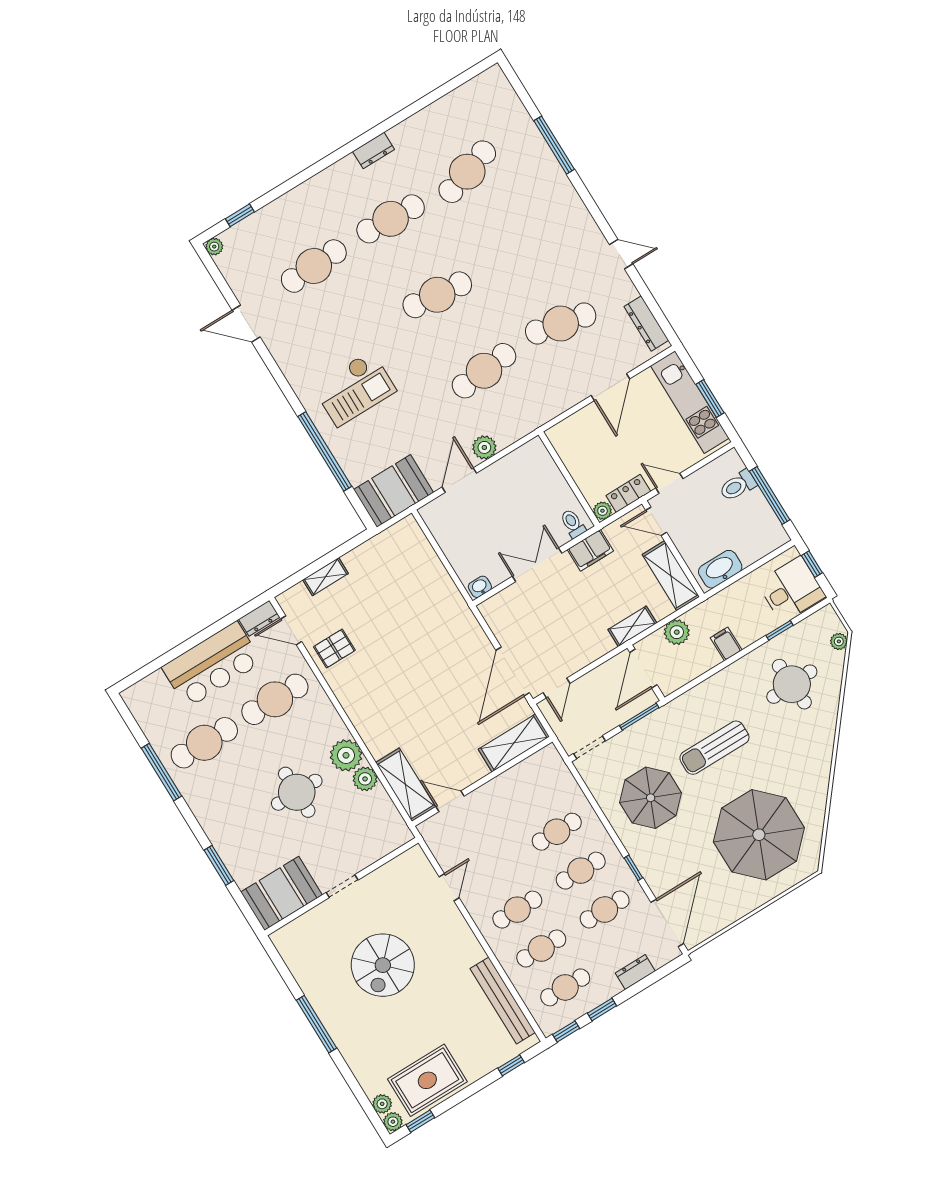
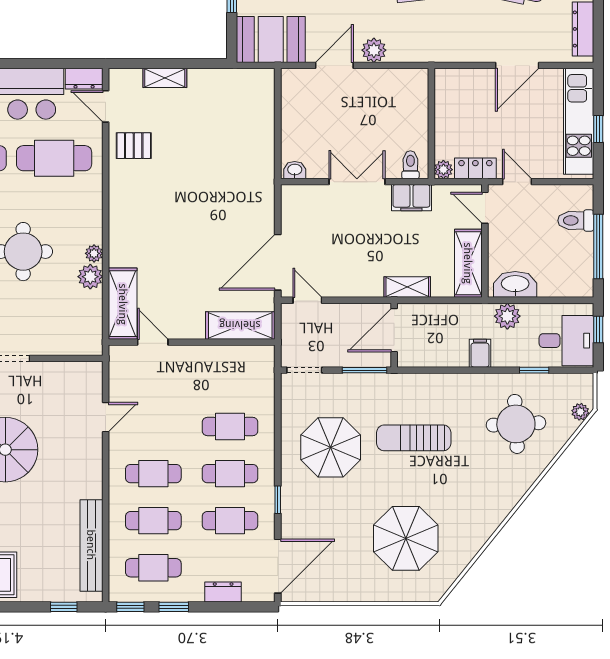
window: (710, 399) -> (598, 129), width x0.67
plant: (677, 632) -> (507, 316), moved
door: (556, 688) -> (307, 300), swing flipped
plant: (346, 755) -> (94, 253), width x0.53, depth x0.53
parasol: (759, 835) -> (406, 538), width x0.73, depth x0.73

